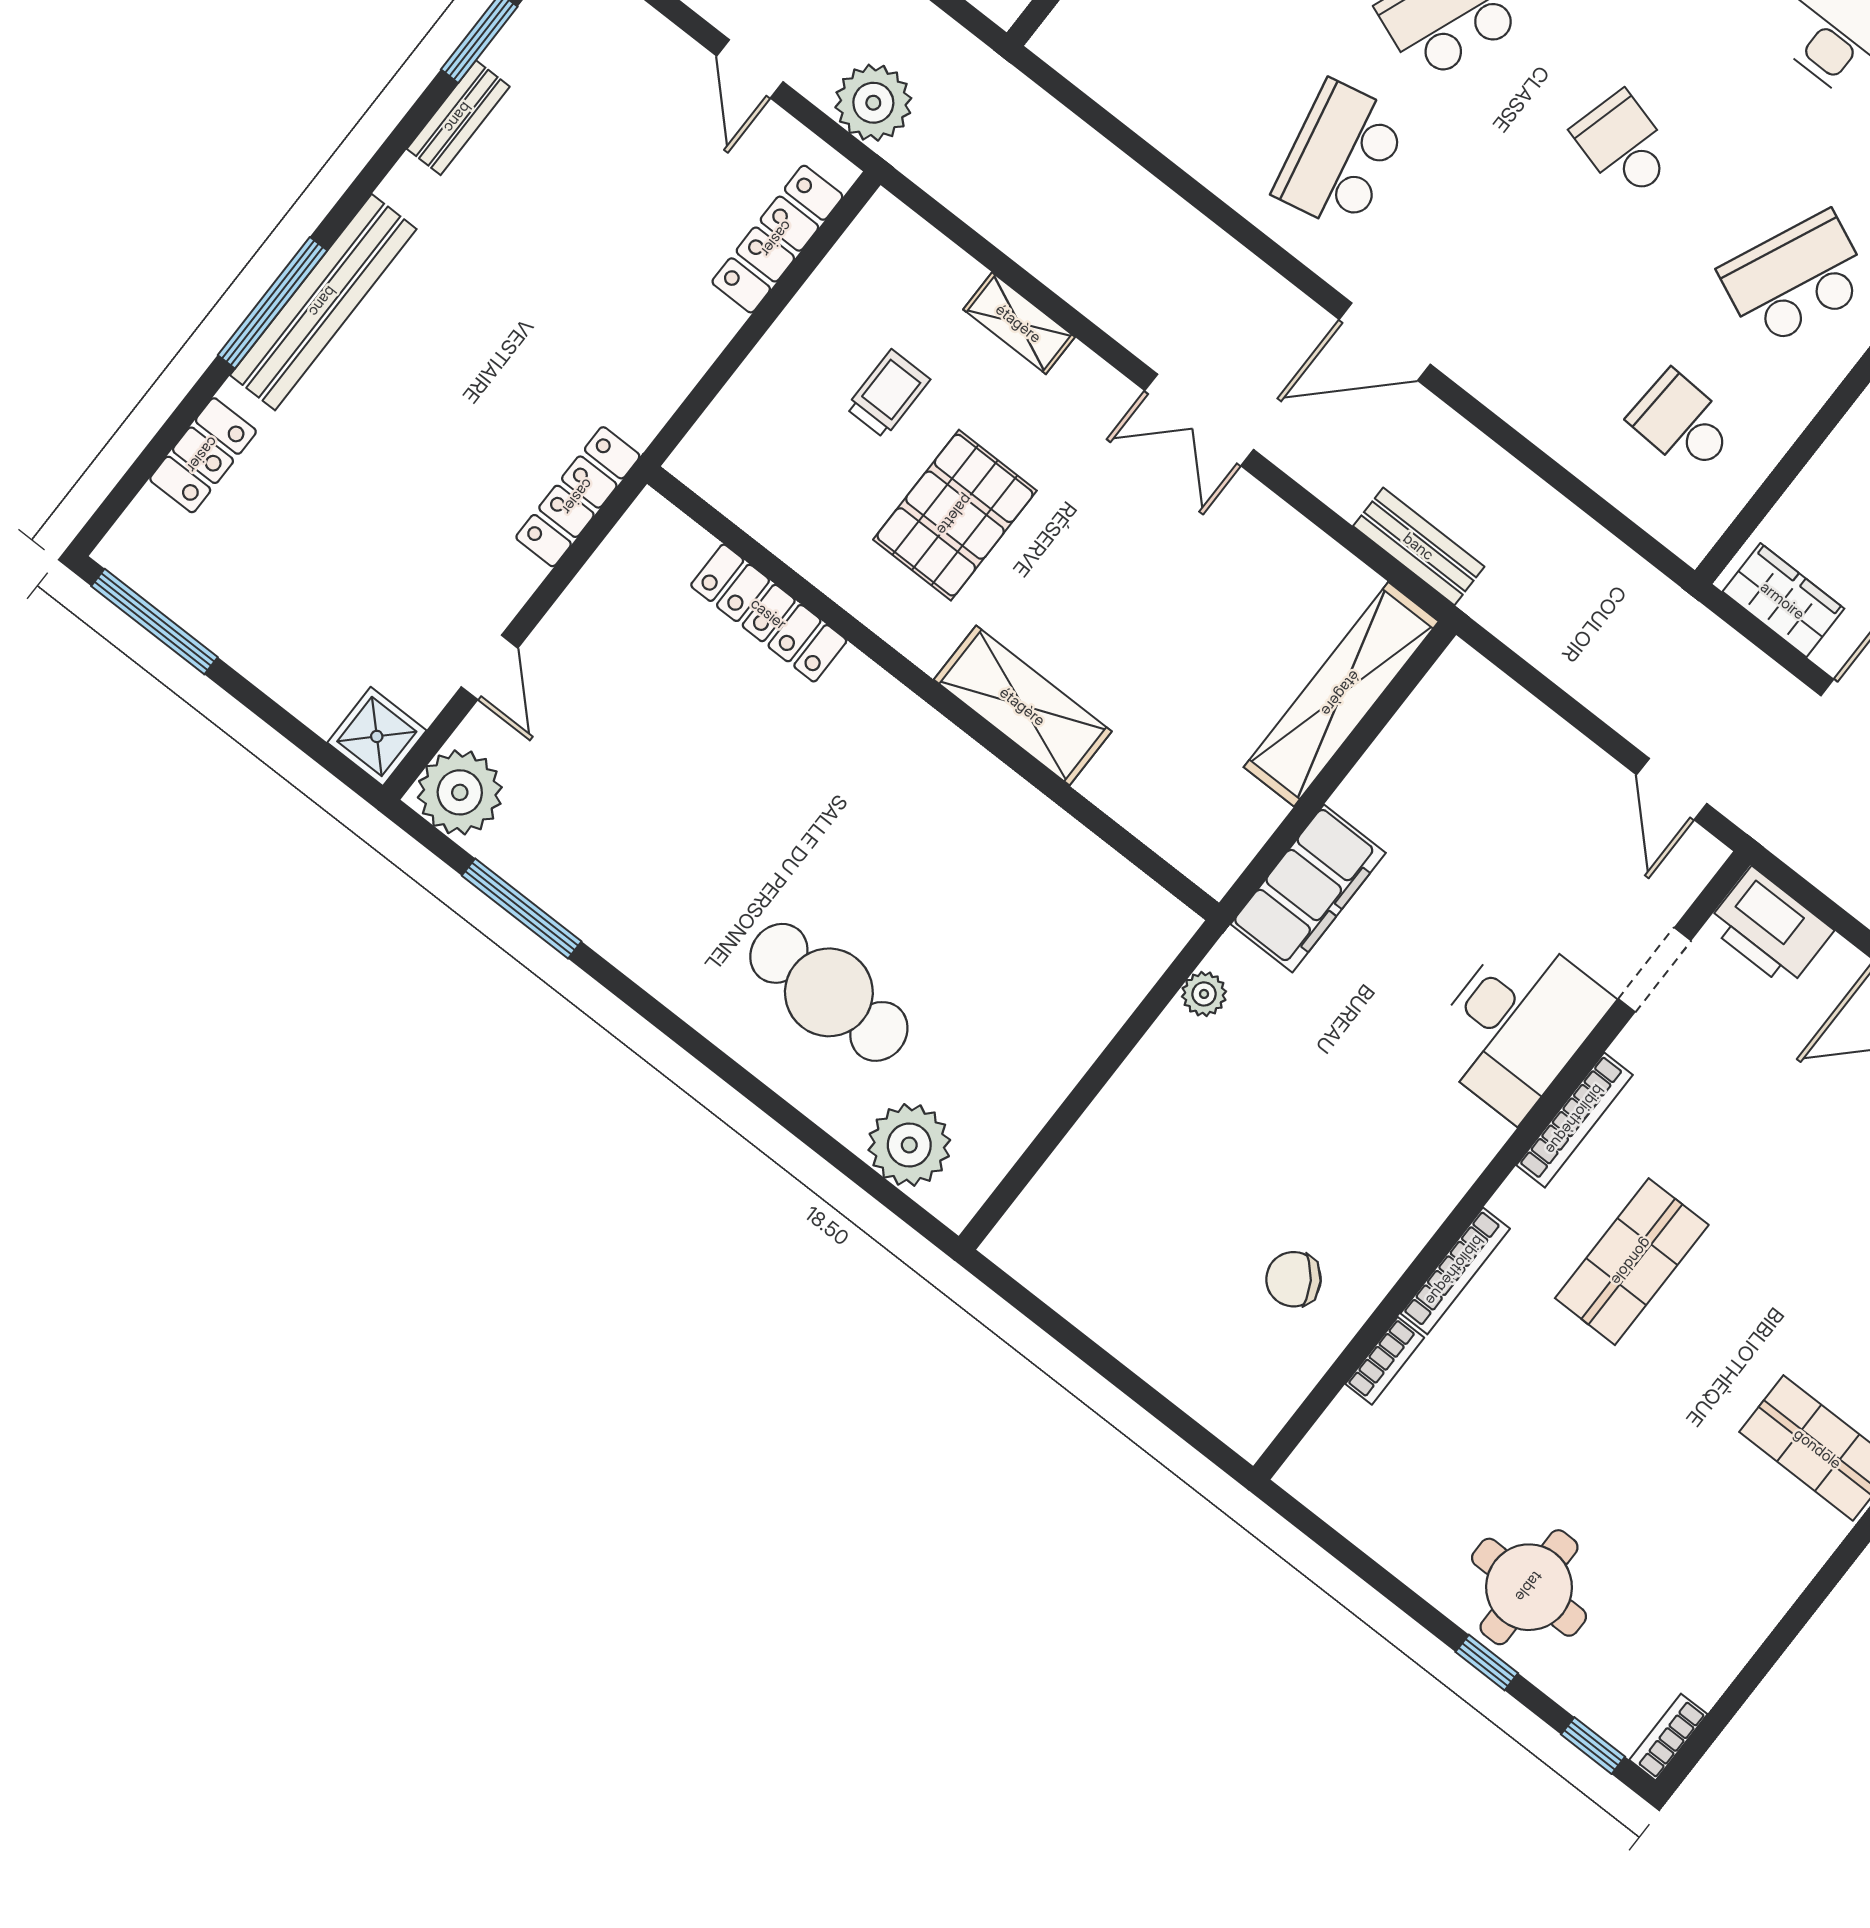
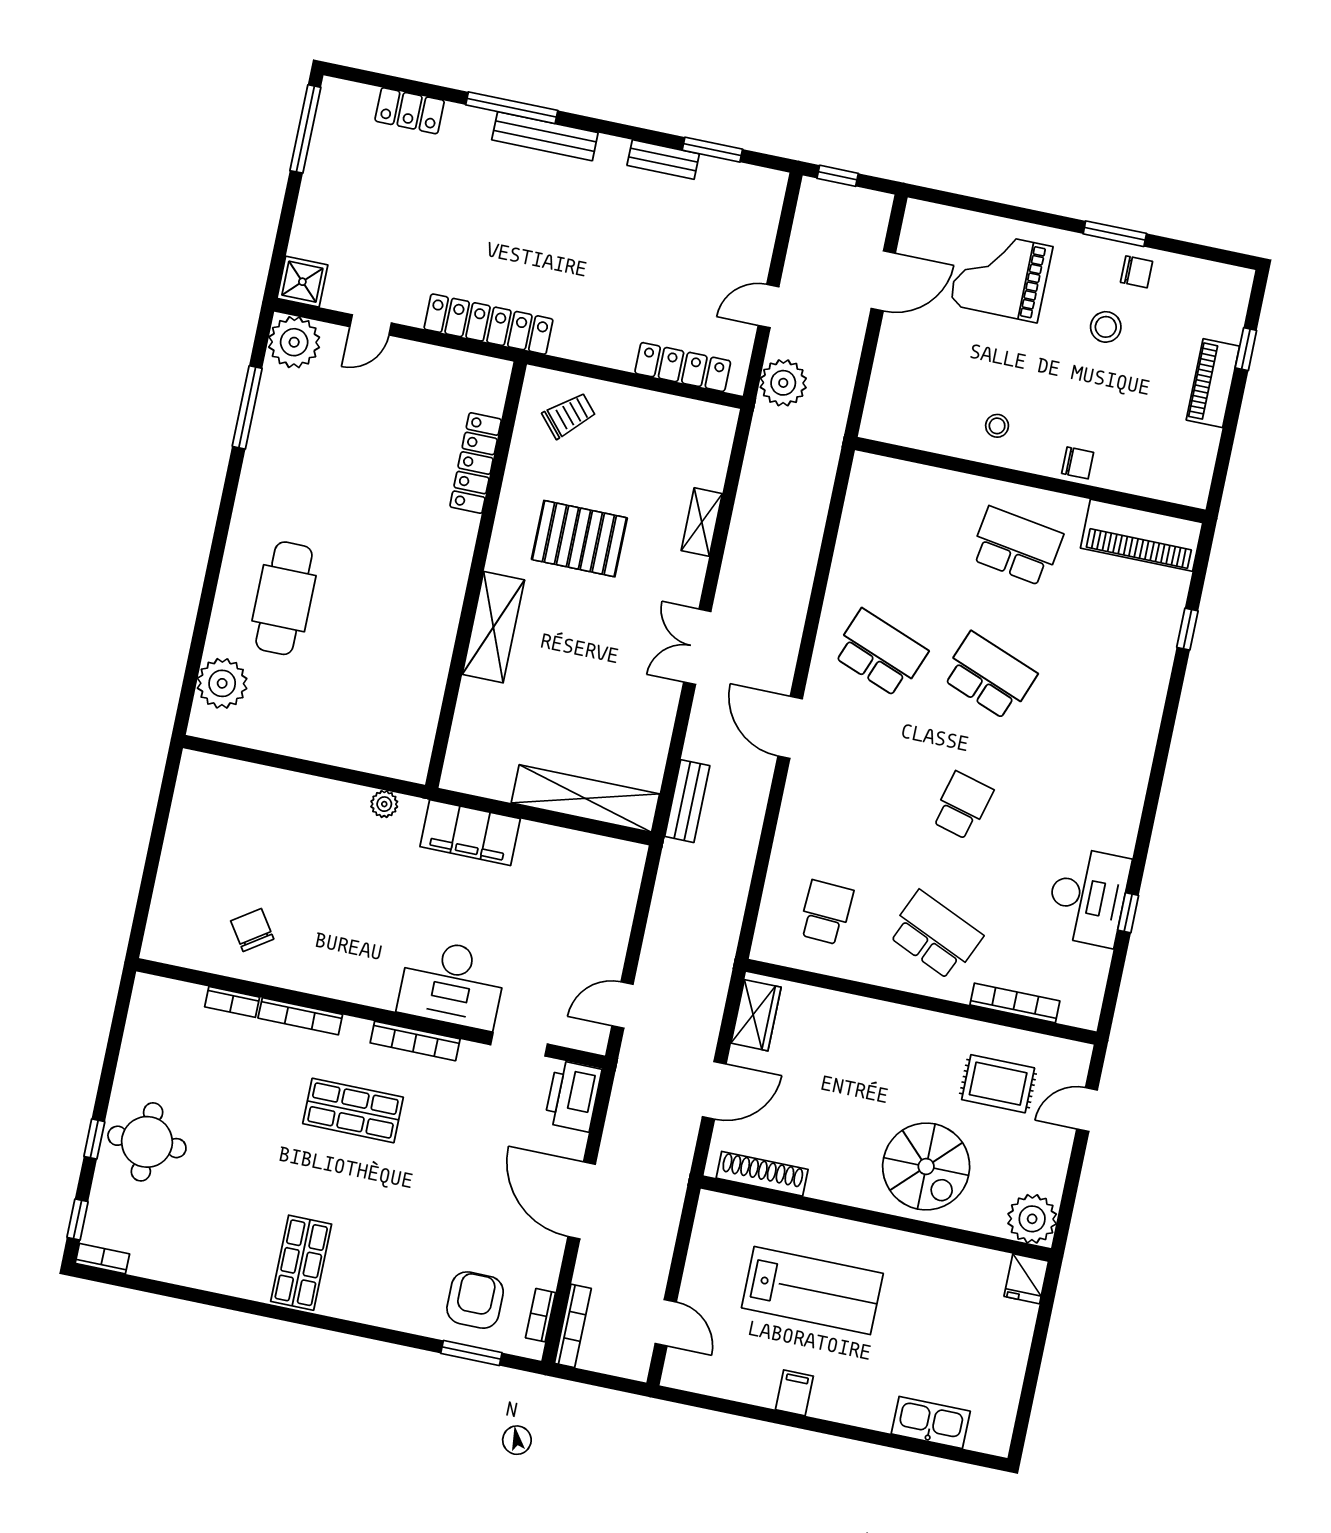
school desk: (1341, 156) -> (880, 653), turned 33
bench: (323, 302) -> (545, 136), width x0.73, depth x0.82
trolley: (888, 394) -> (569, 415), moved, turned -41
locker: (578, 497) -> (489, 324), width x1.41, depth x1.21

